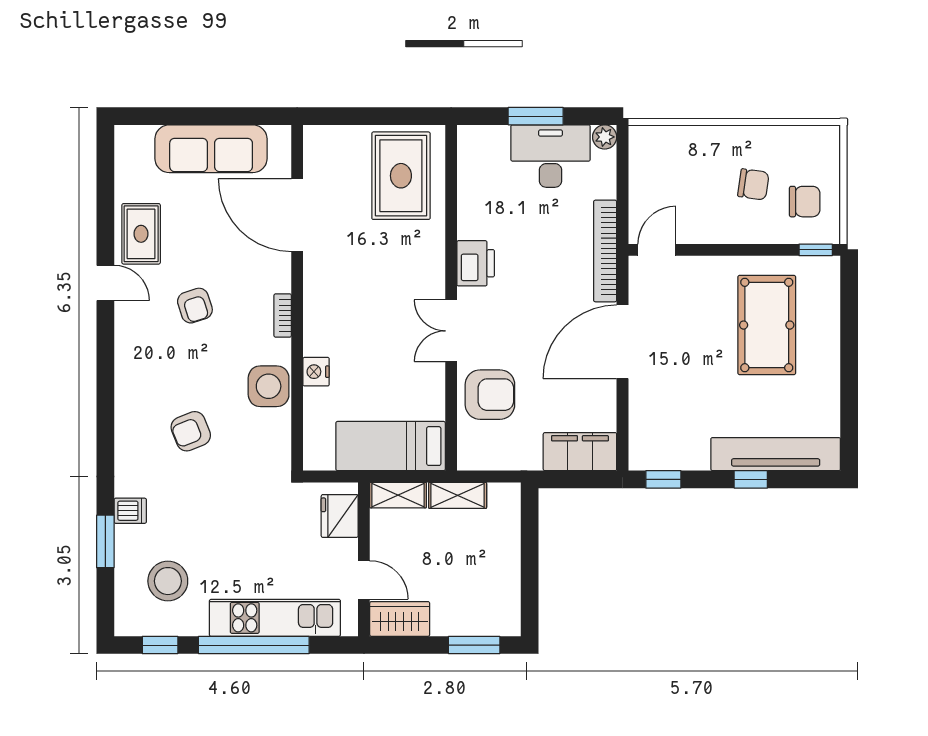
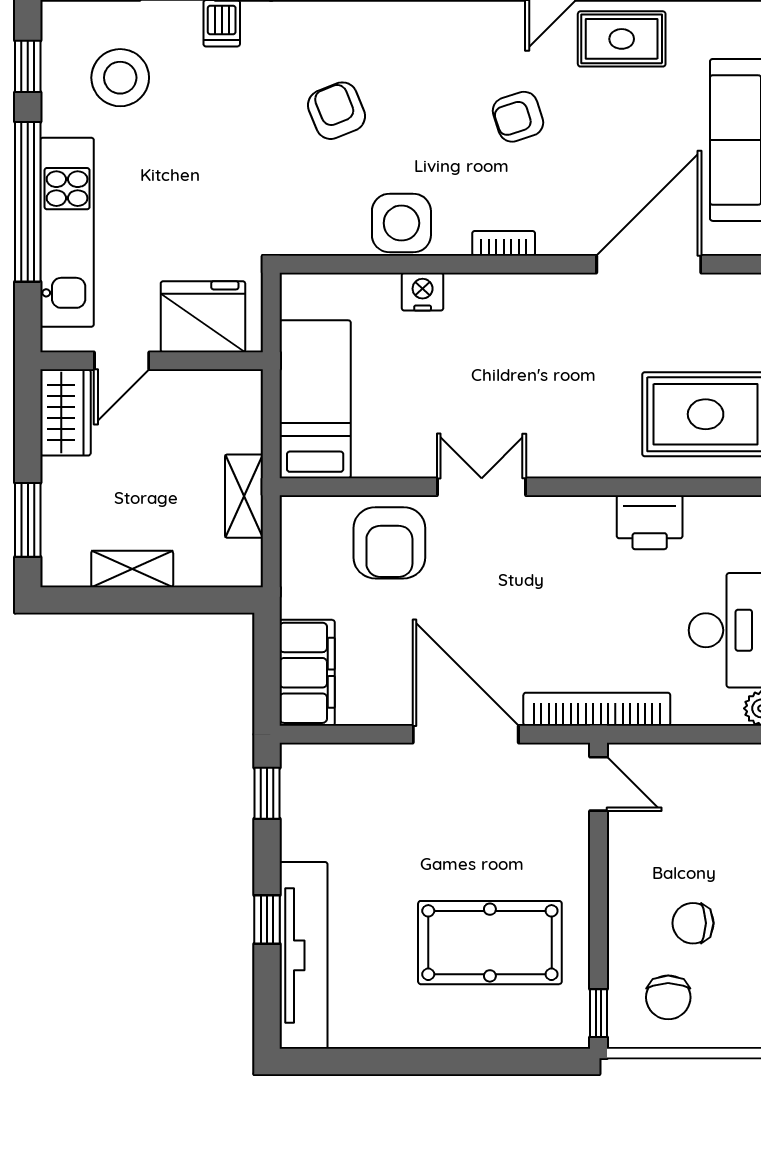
chair: (753, 184) -> (693, 923), turned 82
printer: (476, 263) -> (650, 522), moved
shelving: (398, 495) -> (132, 569), moved, turned 90
fridge: (340, 516) -> (203, 317), width x1.36, depth x1.34

